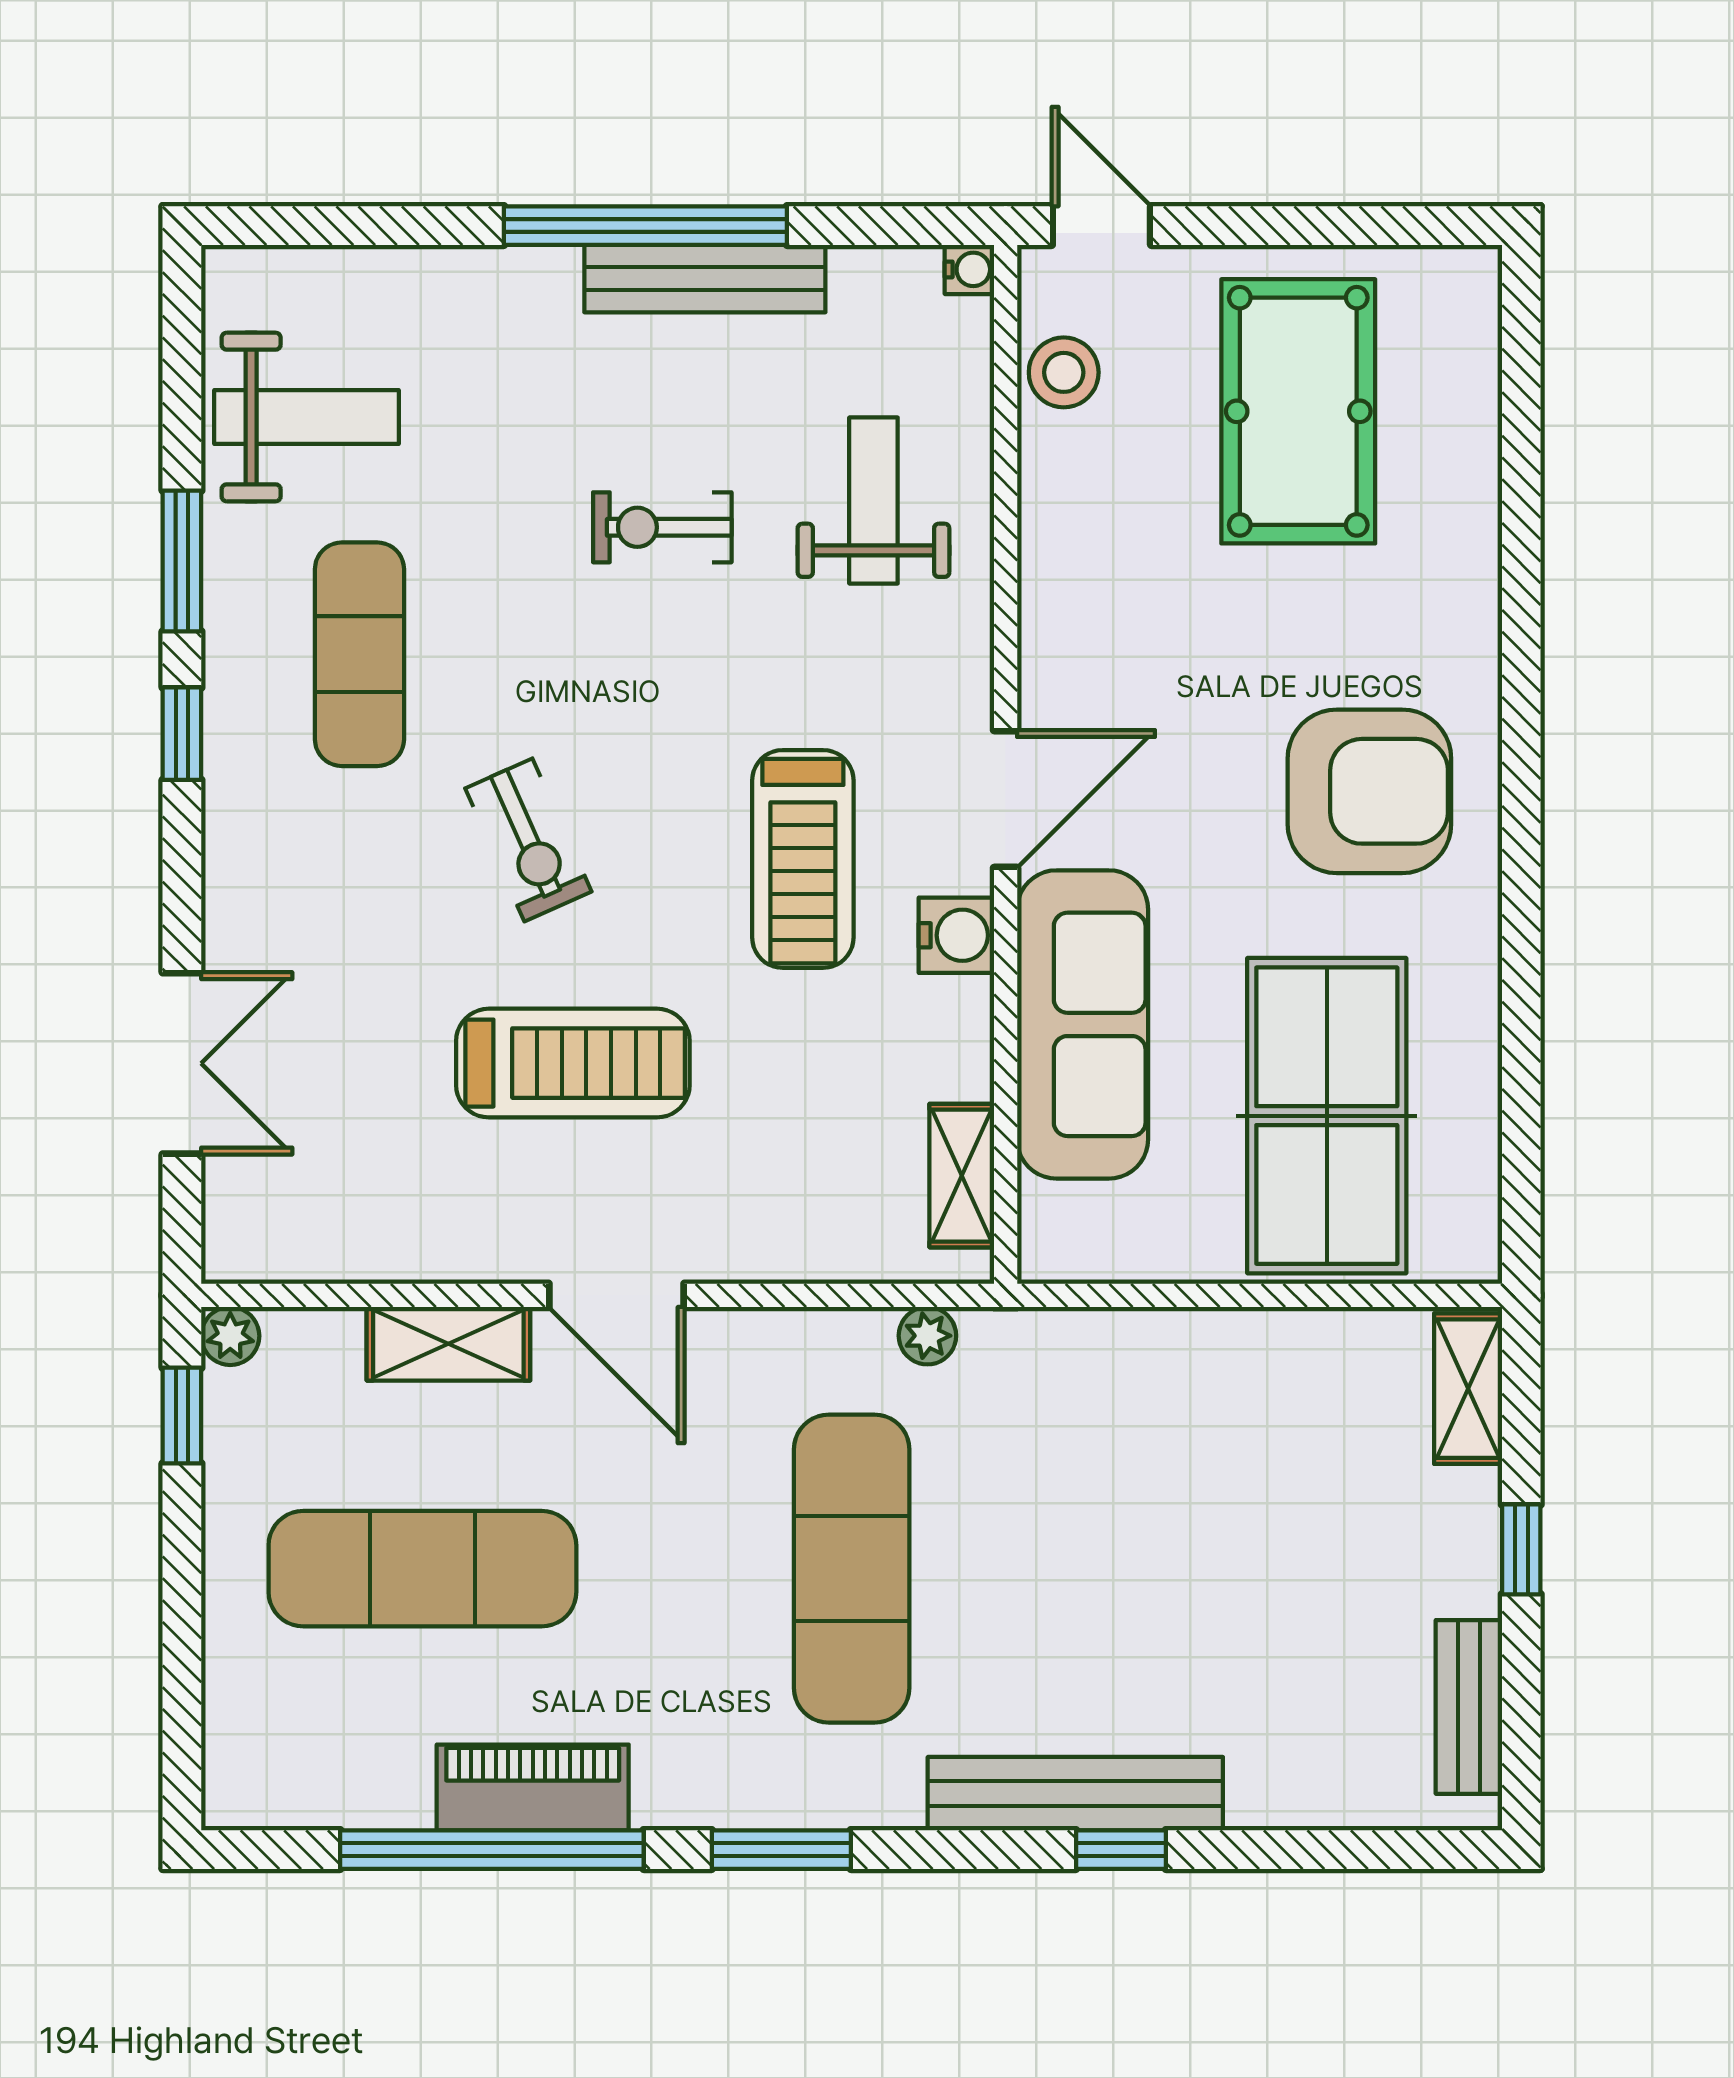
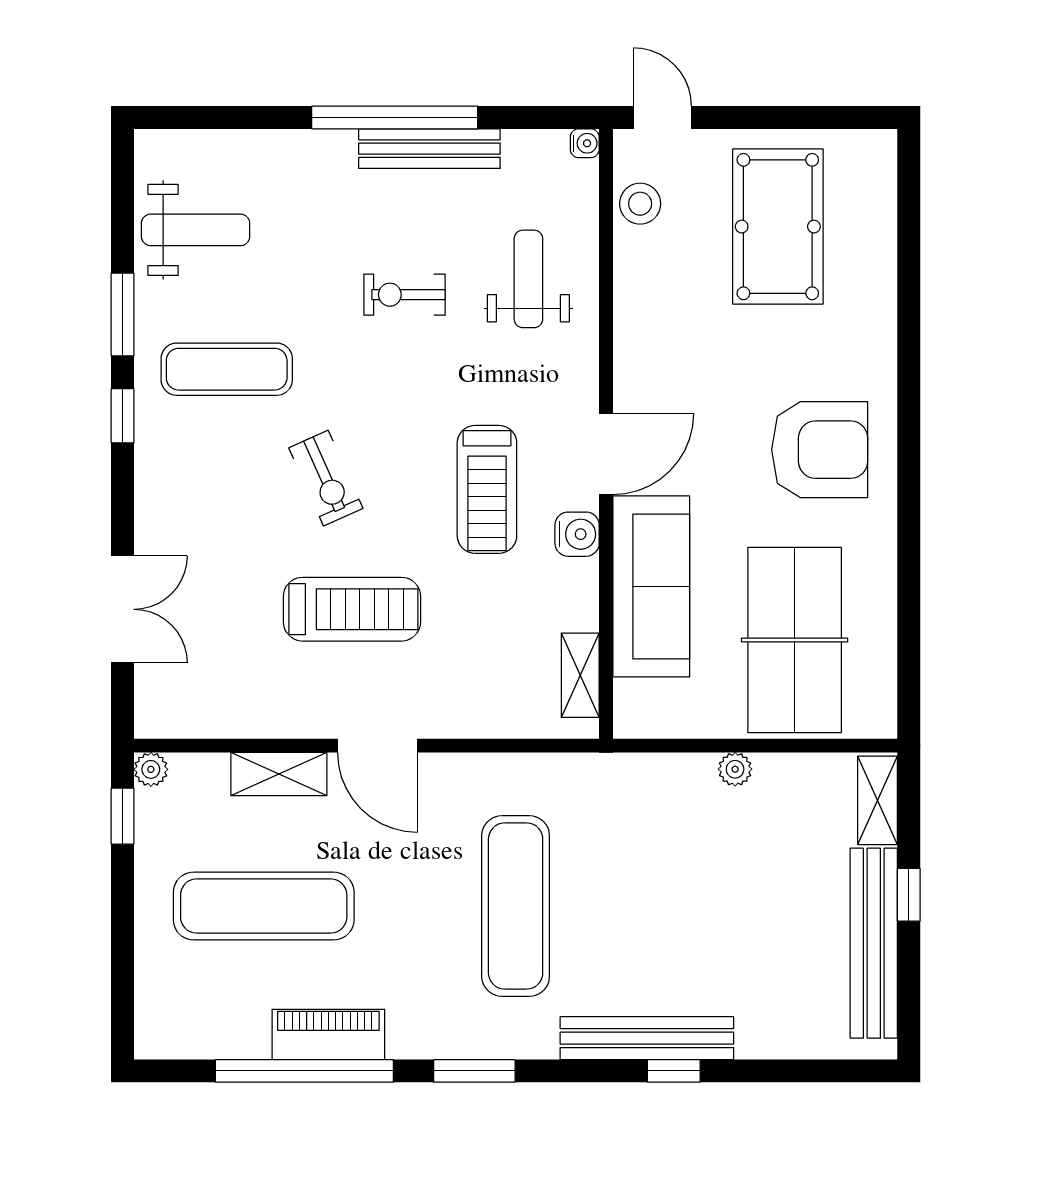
exercise mat: (359, 654) -> (227, 369), turned 90
plant: (927, 1336) -> (735, 769), moved
bench: (1469, 1707) -> (874, 943), width x1.86, depth x1.21

